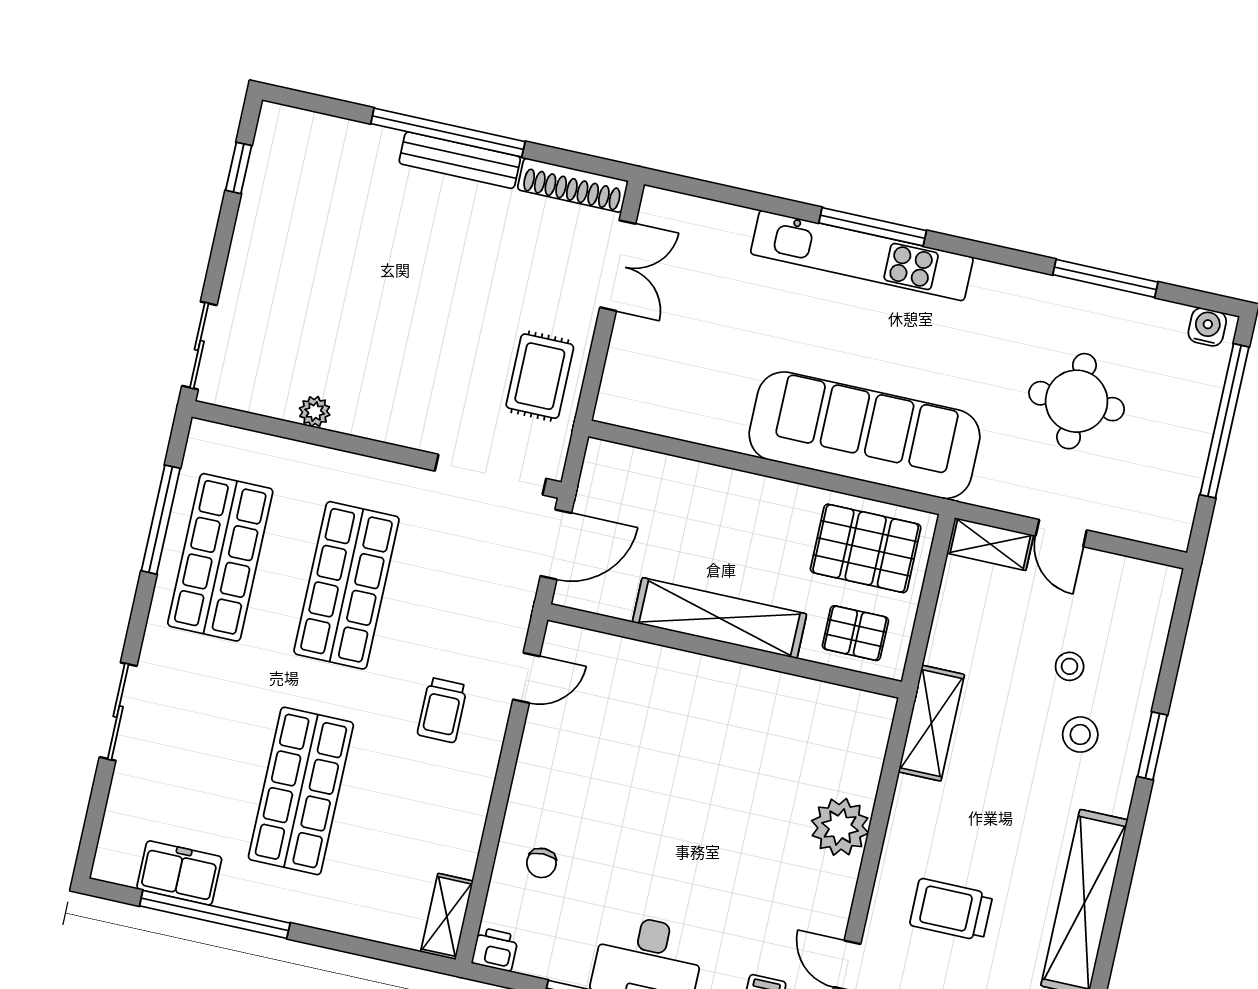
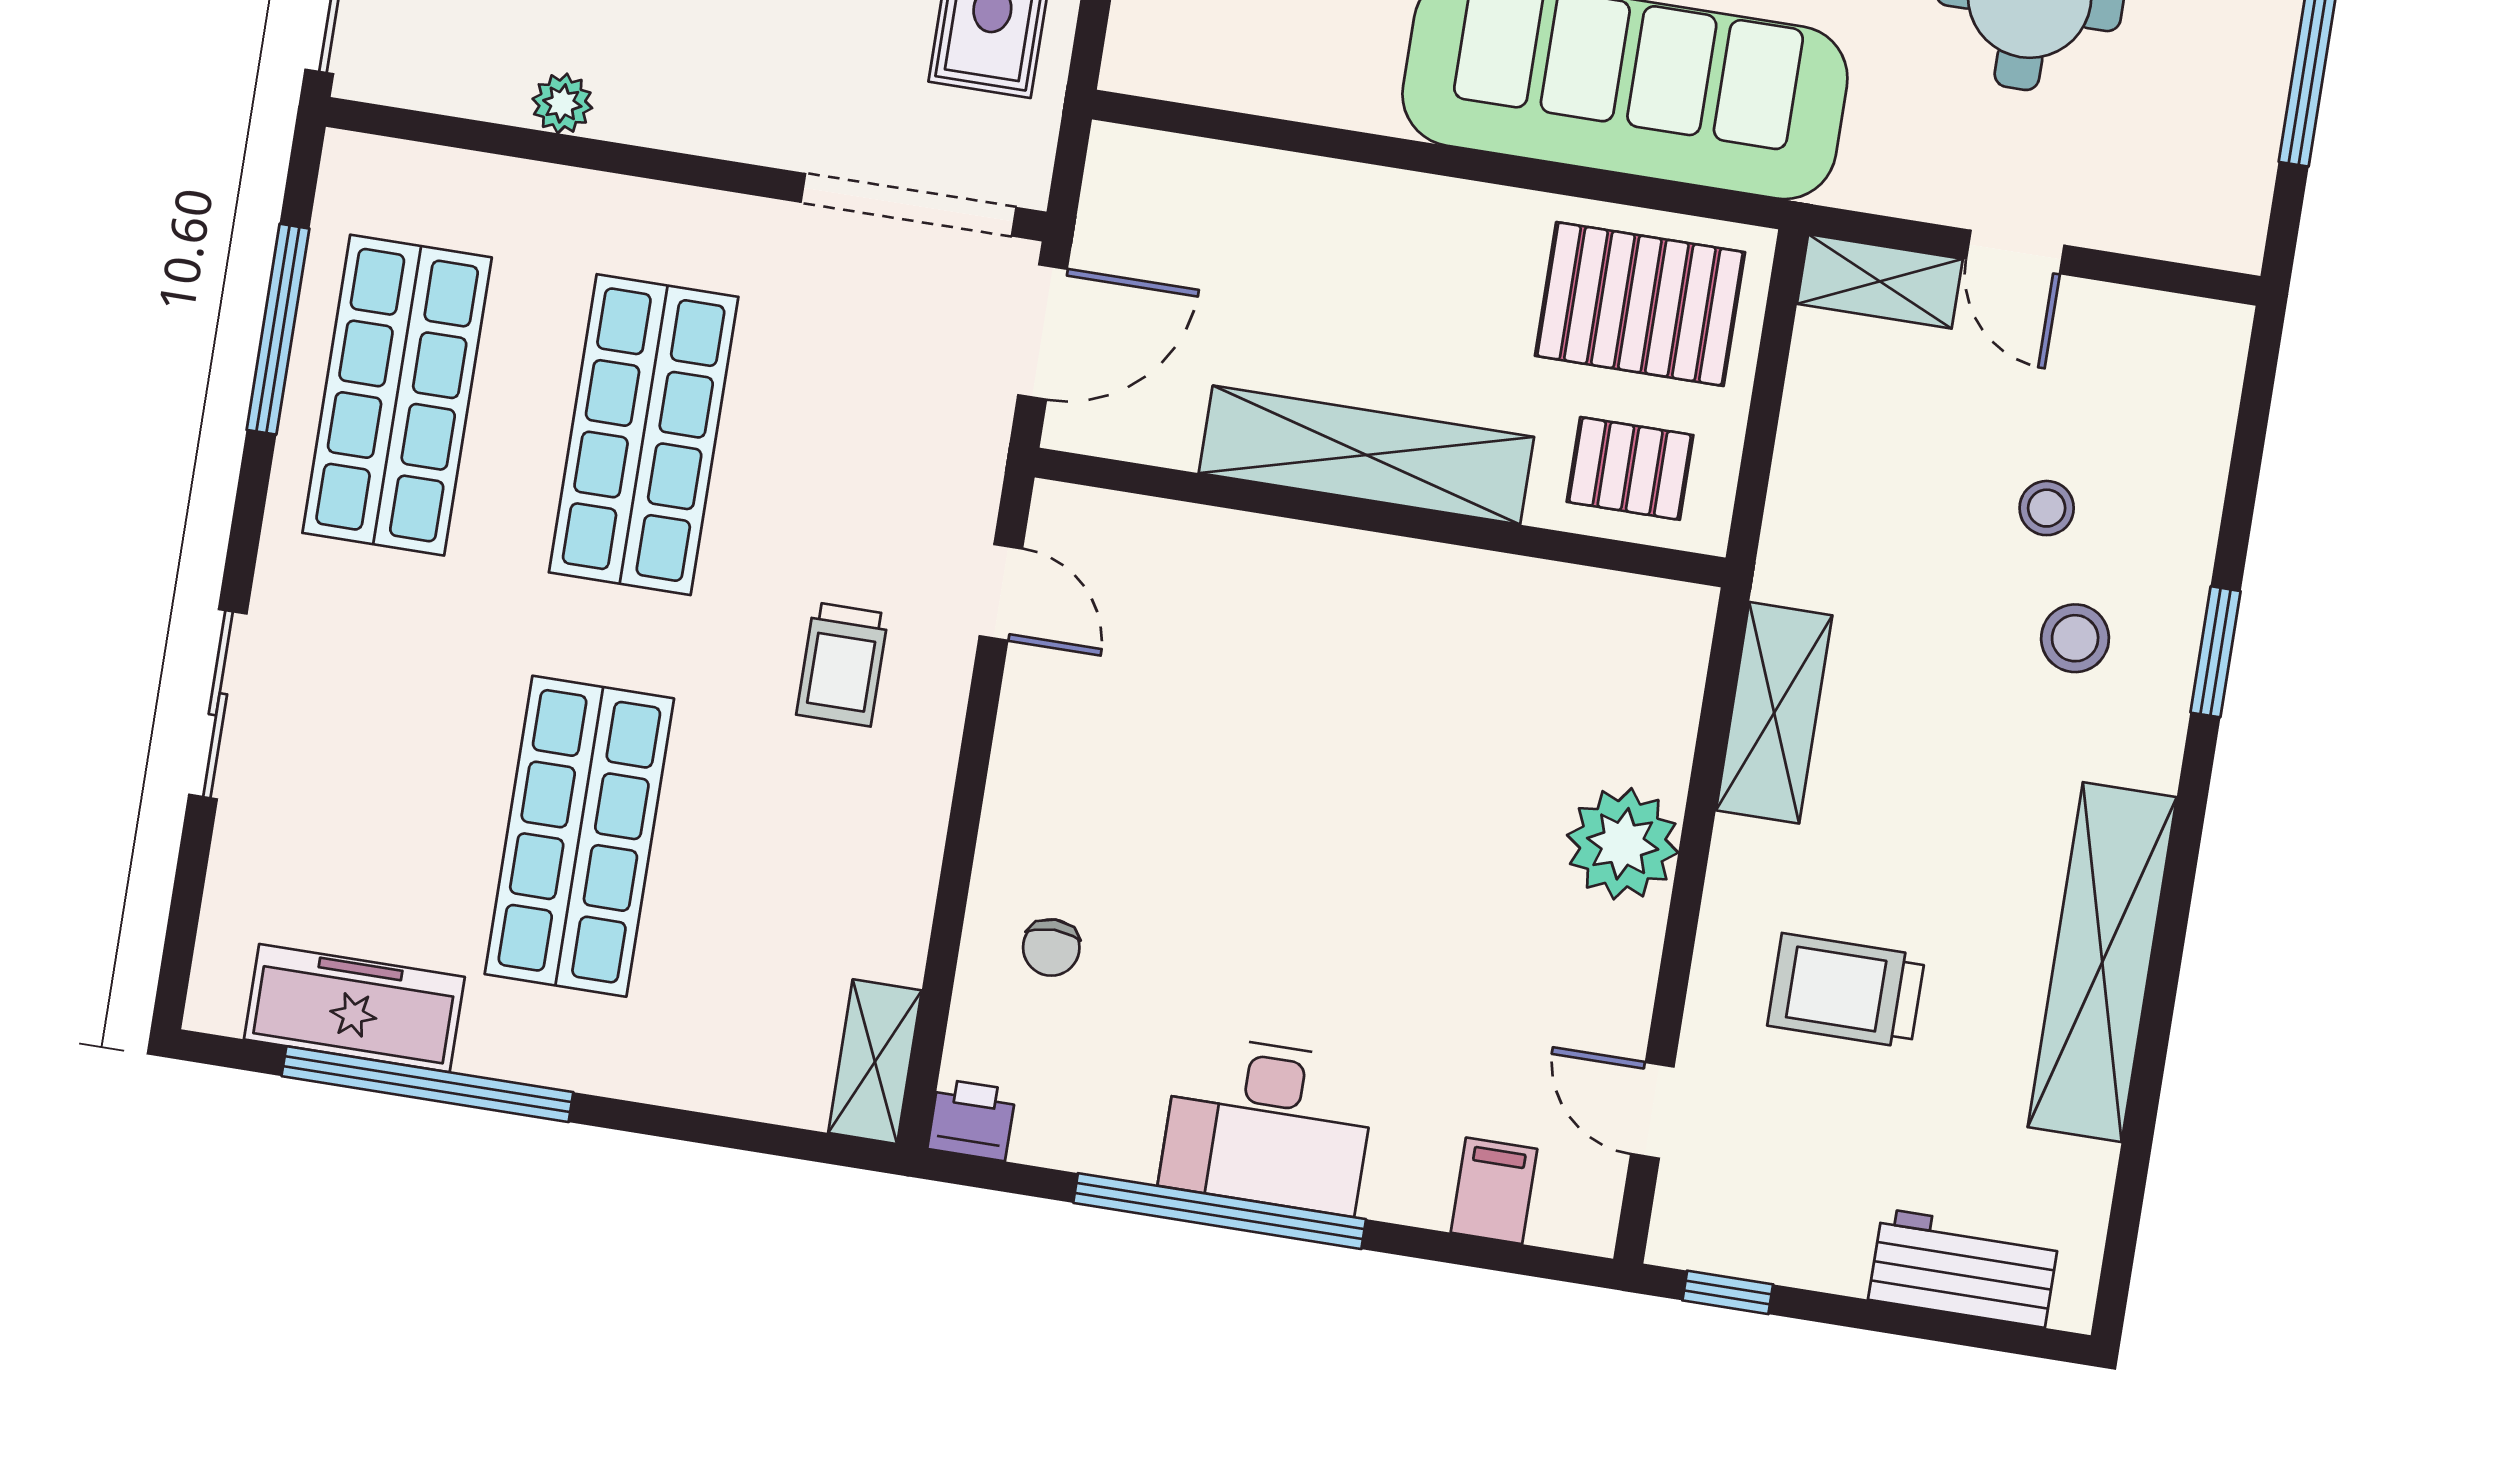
door: (526, 678) -> (1001, 592), hinge flipped
shelving: (931, 723) -> (1774, 713), moved
freezer: (179, 873) -> (354, 1008), width x1.40

